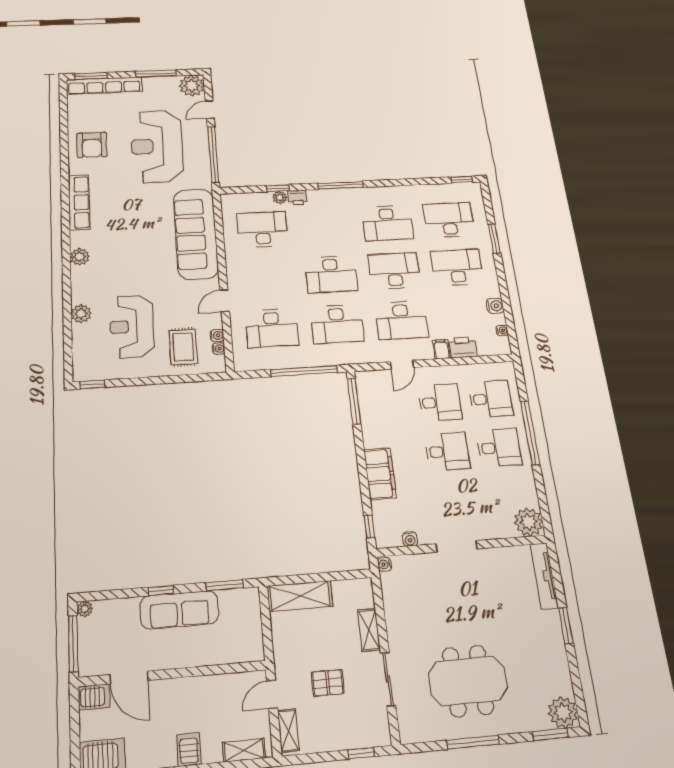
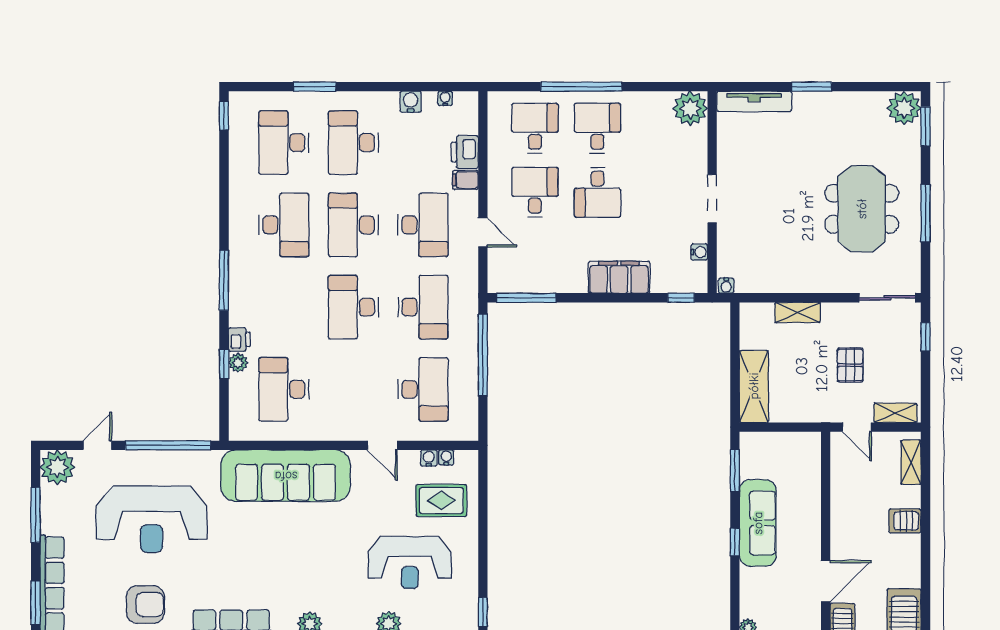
door: (210, 110) -> (97, 445), swing flipped
desk: (331, 274) -> (353, 307), turned 180
desk: (447, 451) -> (597, 192), turned 180
sliding door: (388, 679) -> (887, 298), moved

